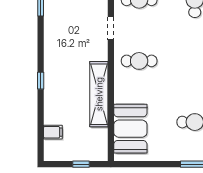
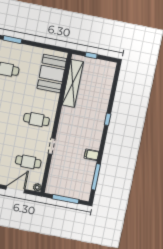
shelving: (99, 94) -> (73, 83), moved
filing cabinet: (53, 132) -> (92, 155), moved

